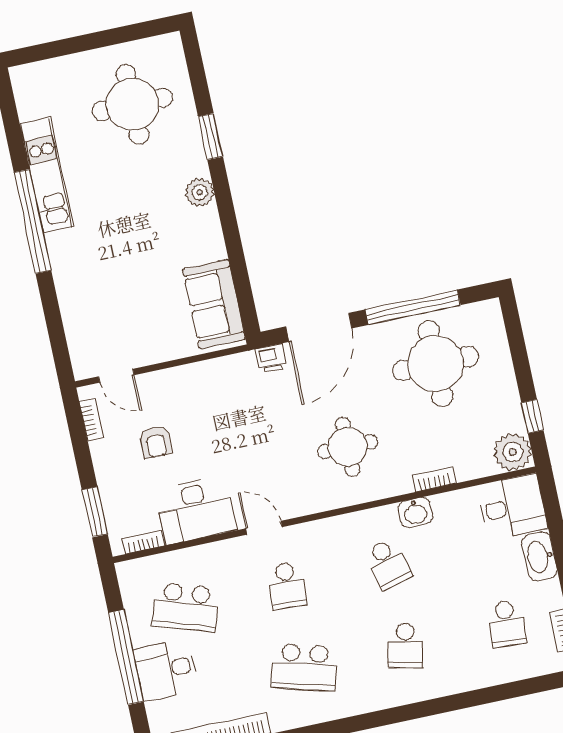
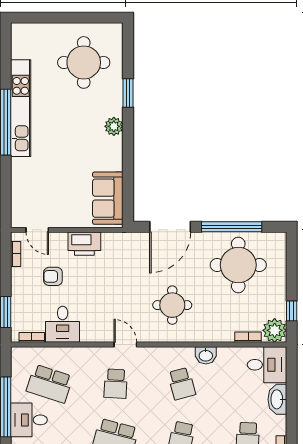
kitchen unit: (47, 175) -> (21, 108), width x1.36
printer: (271, 358) -> (84, 244), moved, width x1.87, depth x1.48
armchair: (156, 442) -> (53, 276), turned 90
bookcase: (434, 480) -> (248, 337), moved
desk: (196, 510) -> (63, 324), width x0.73
door: (264, 528) -> (125, 345), moved

